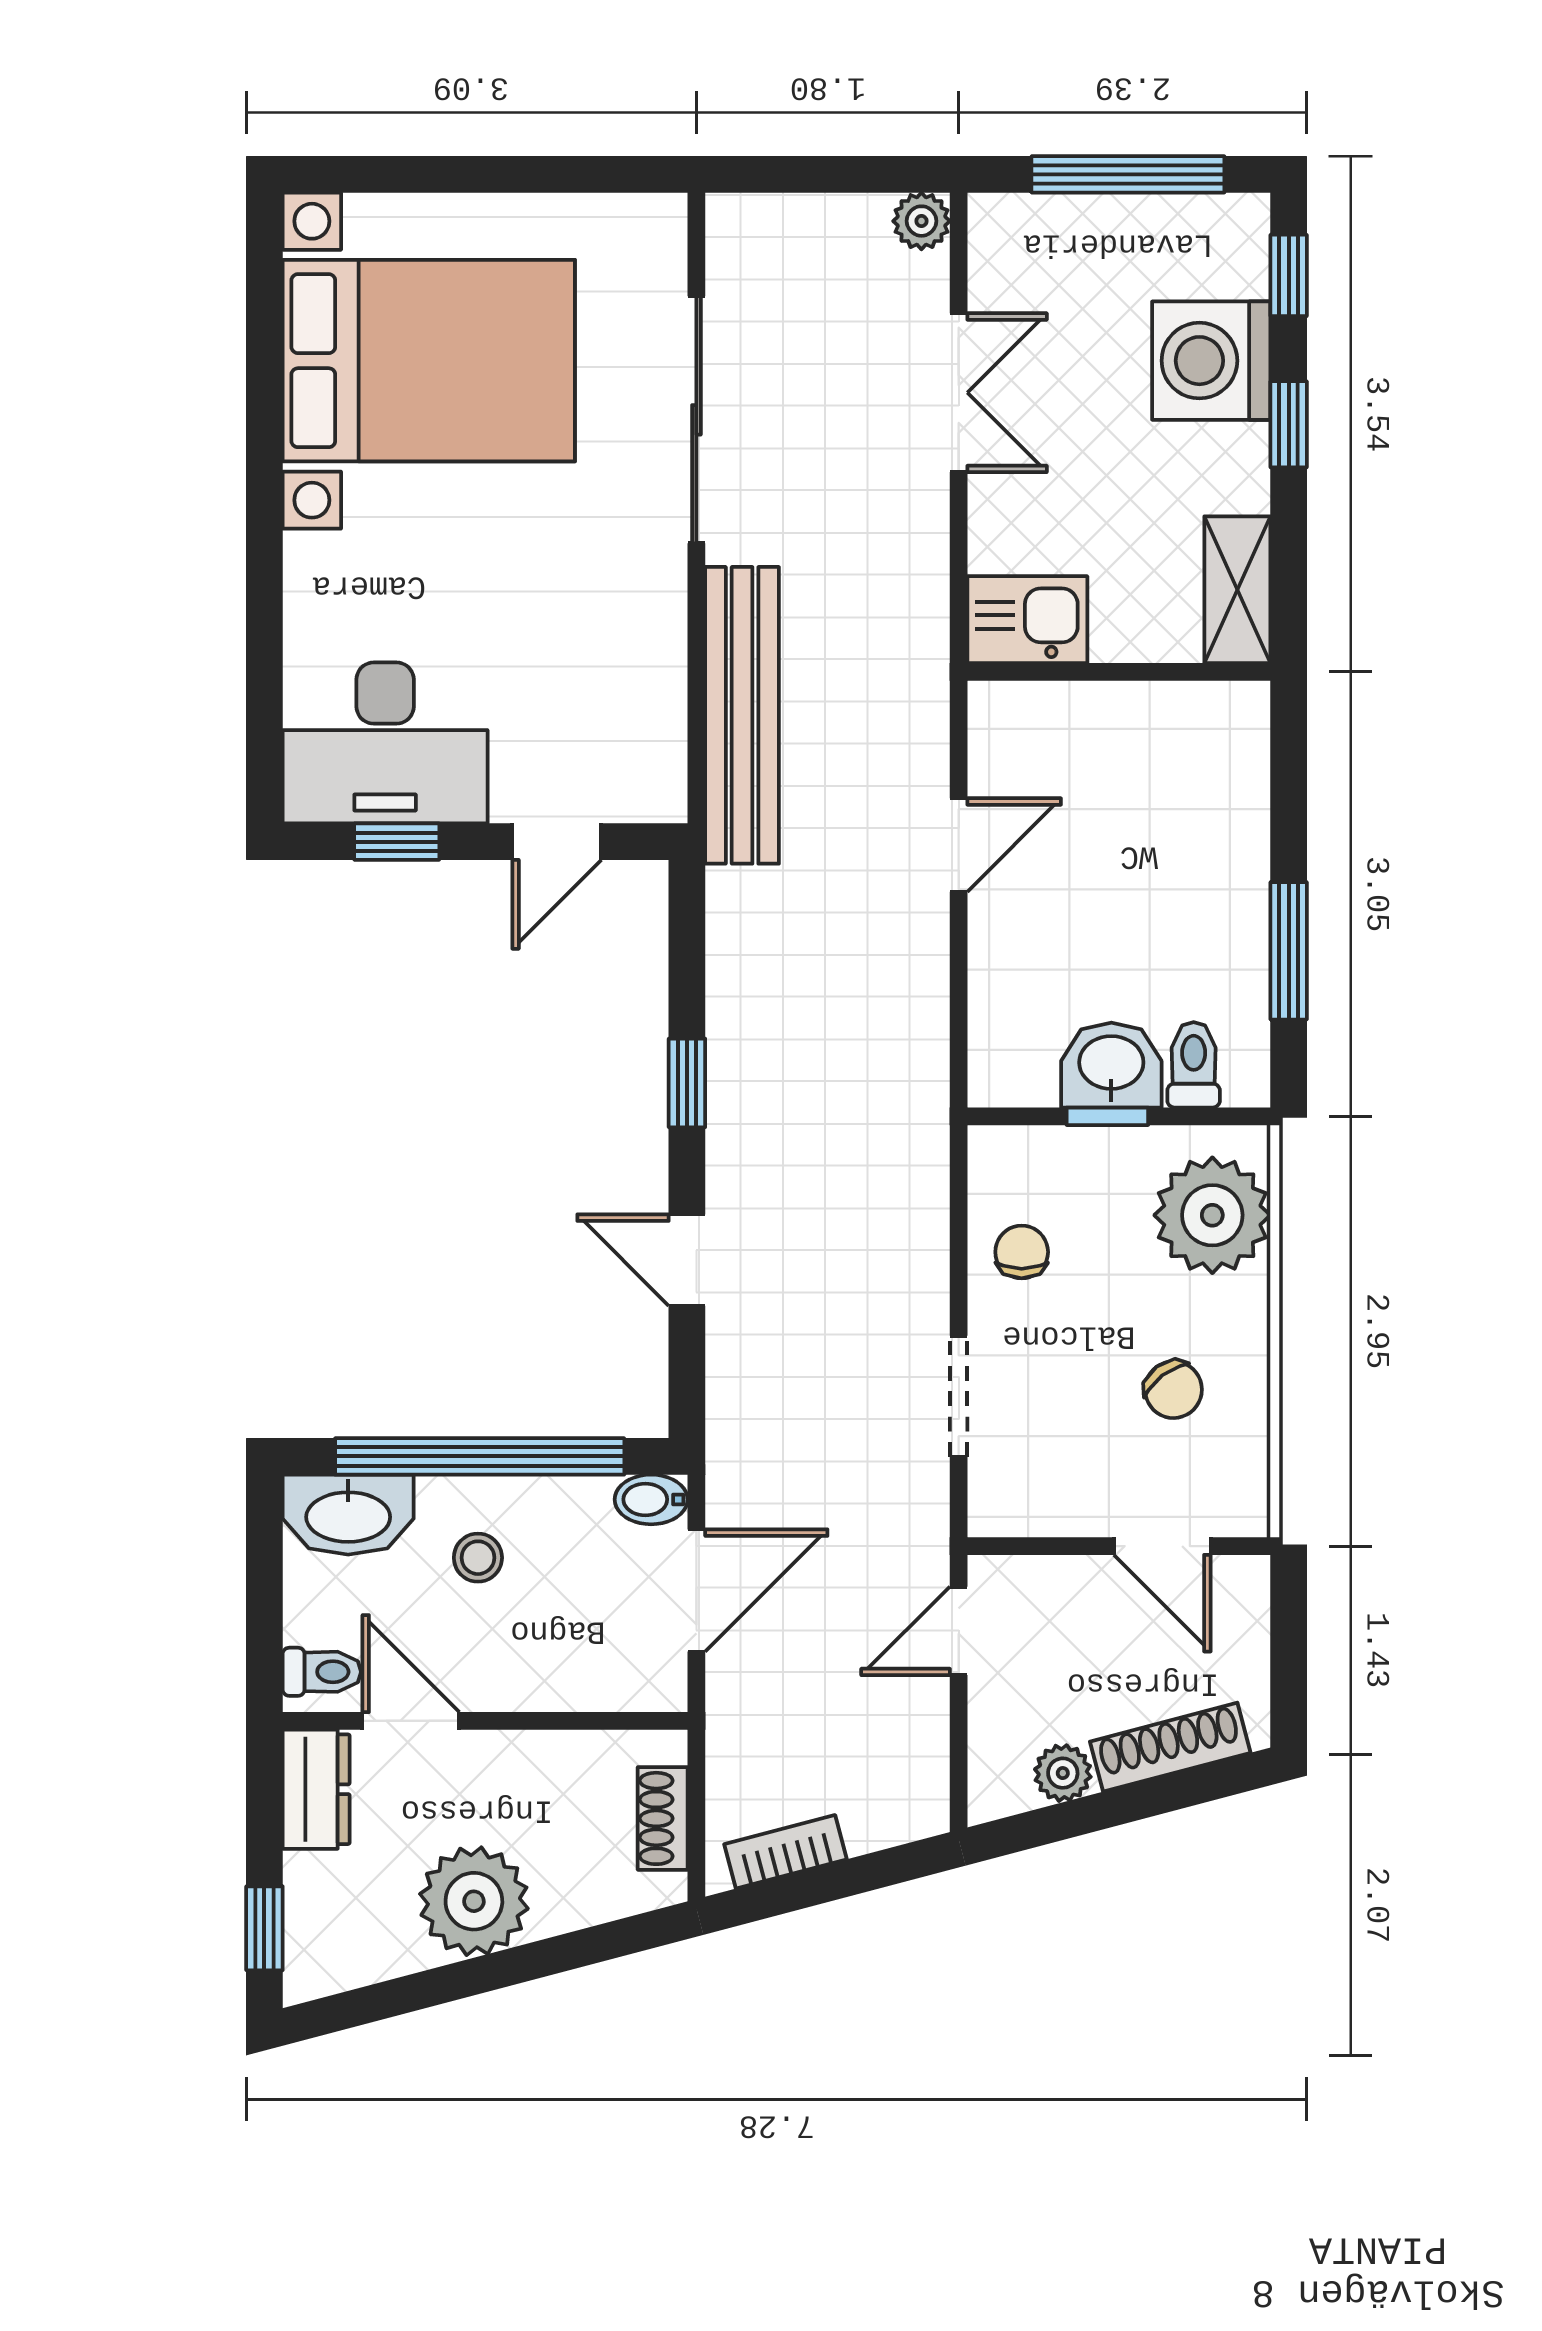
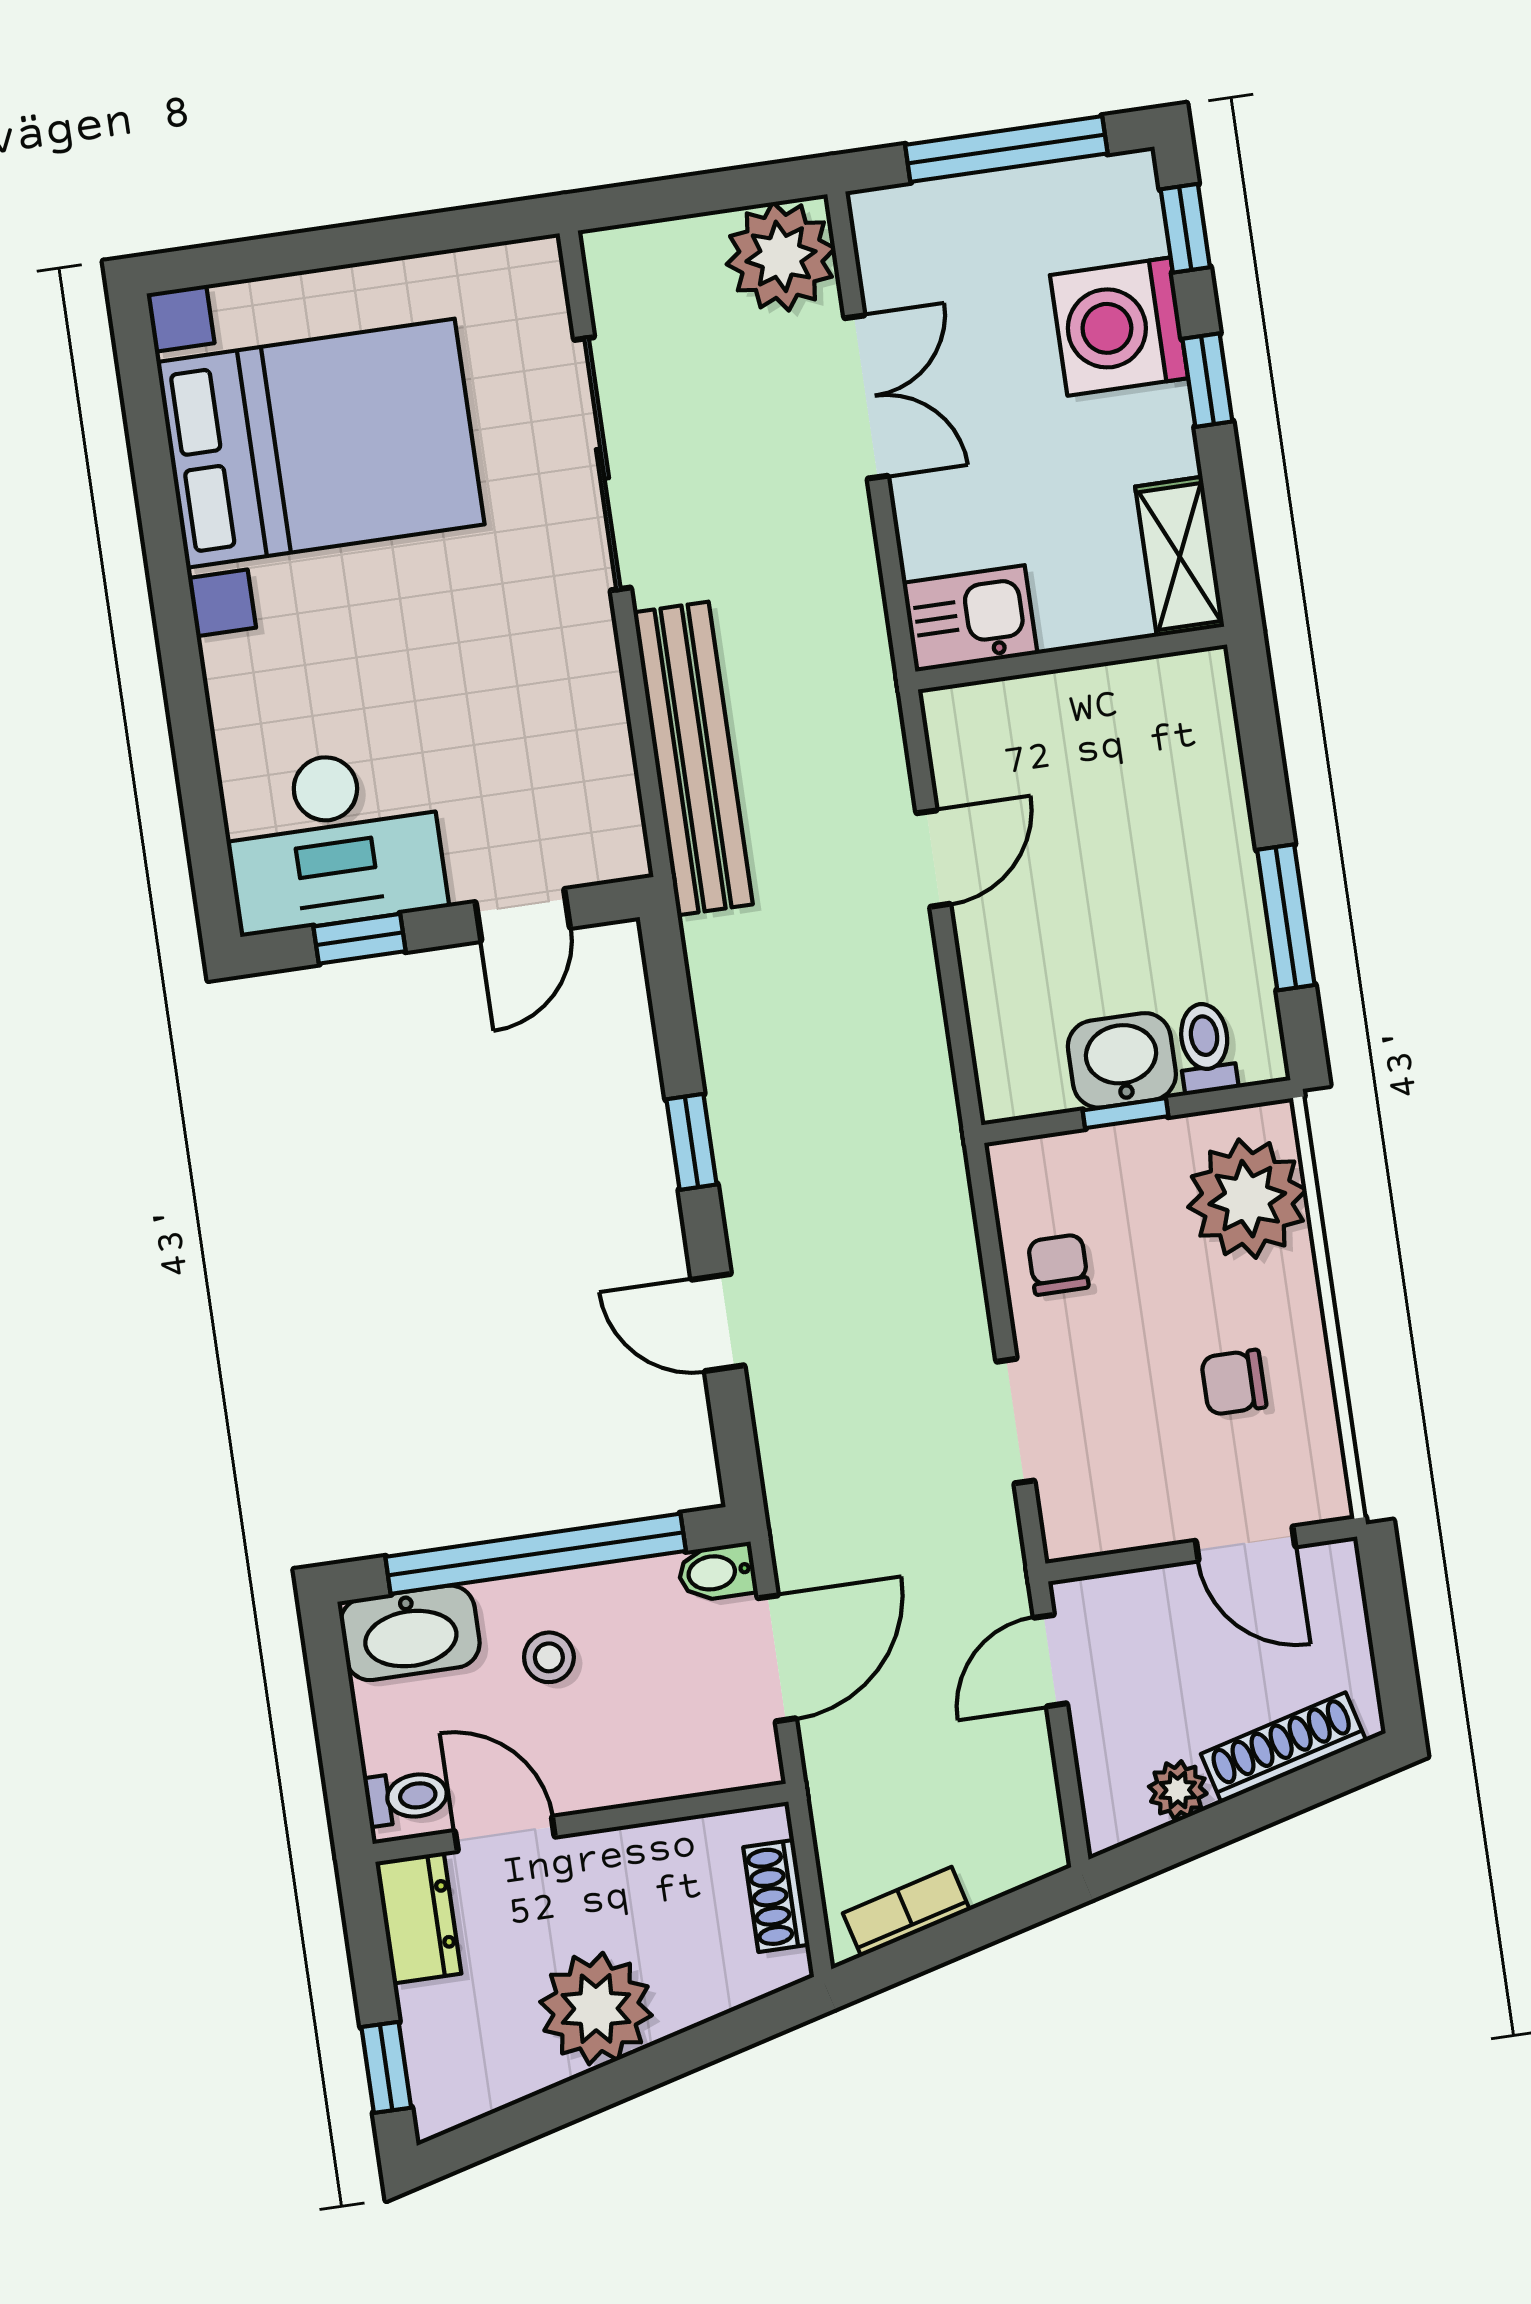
plant: (921, 221) -> (781, 256), width x1.88, depth x1.88
chair: (1173, 1390) -> (1234, 1382), turned 127

